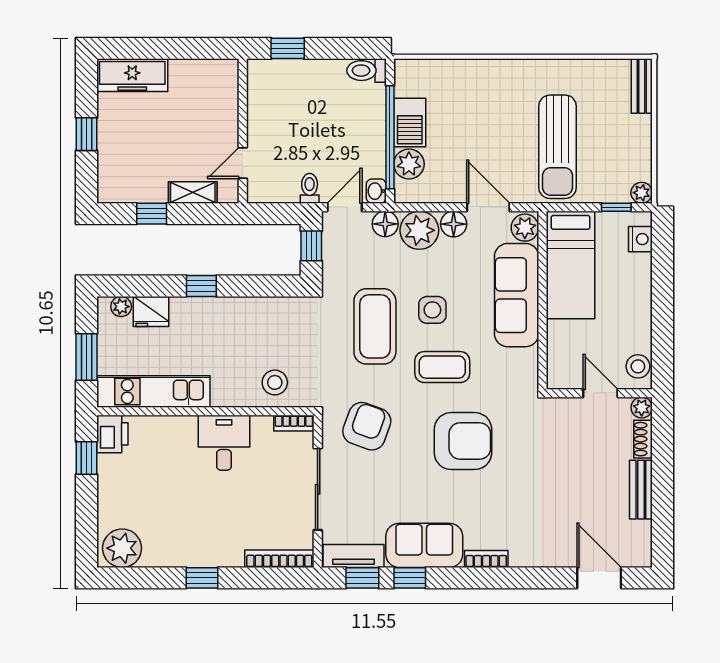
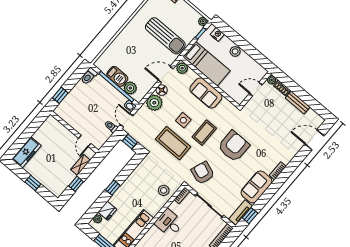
floor lamp: (385, 224) -> (143, 112), removed
sofa: (517, 295) -> (206, 93), width x0.73
stool: (638, 366) -> (235, 51), moved
window: (410, 578) -> (263, 200), removed

